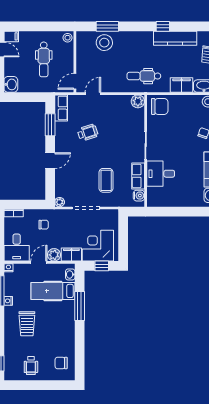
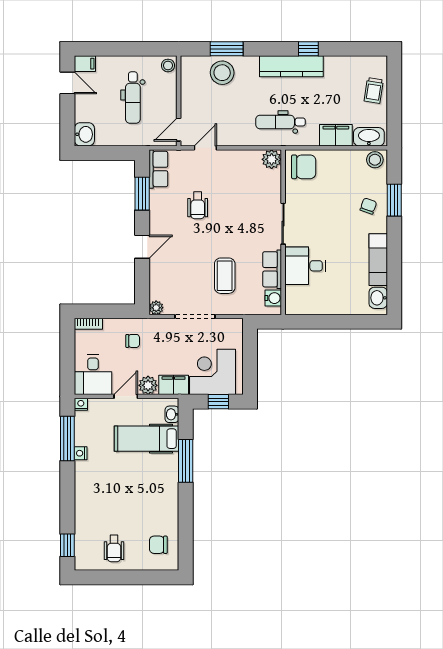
kitchen counter: (175, 38) -> (291, 66), moved
wheelchair: (88, 133) -> (198, 205), turned 108
trolley: (27, 324) -> (108, 487), removed

